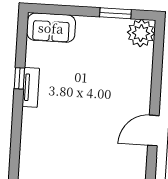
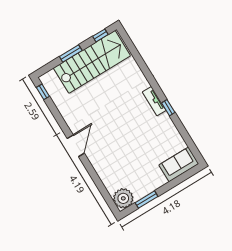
window: (19, 78) -> (168, 108), moved
tv unit: (31, 87) -> (154, 101), moved

